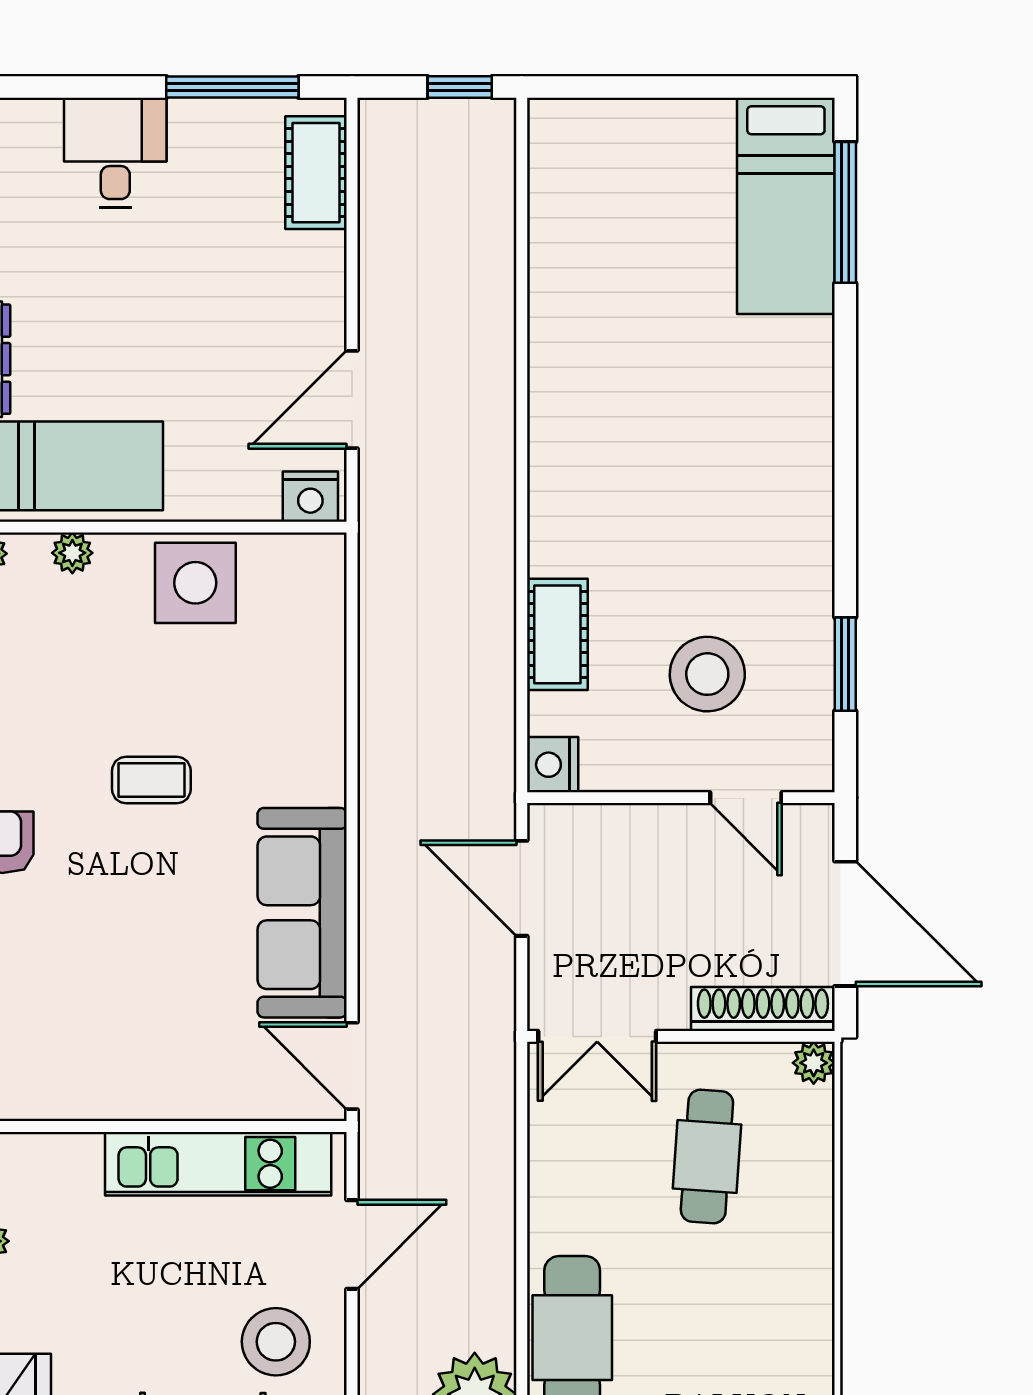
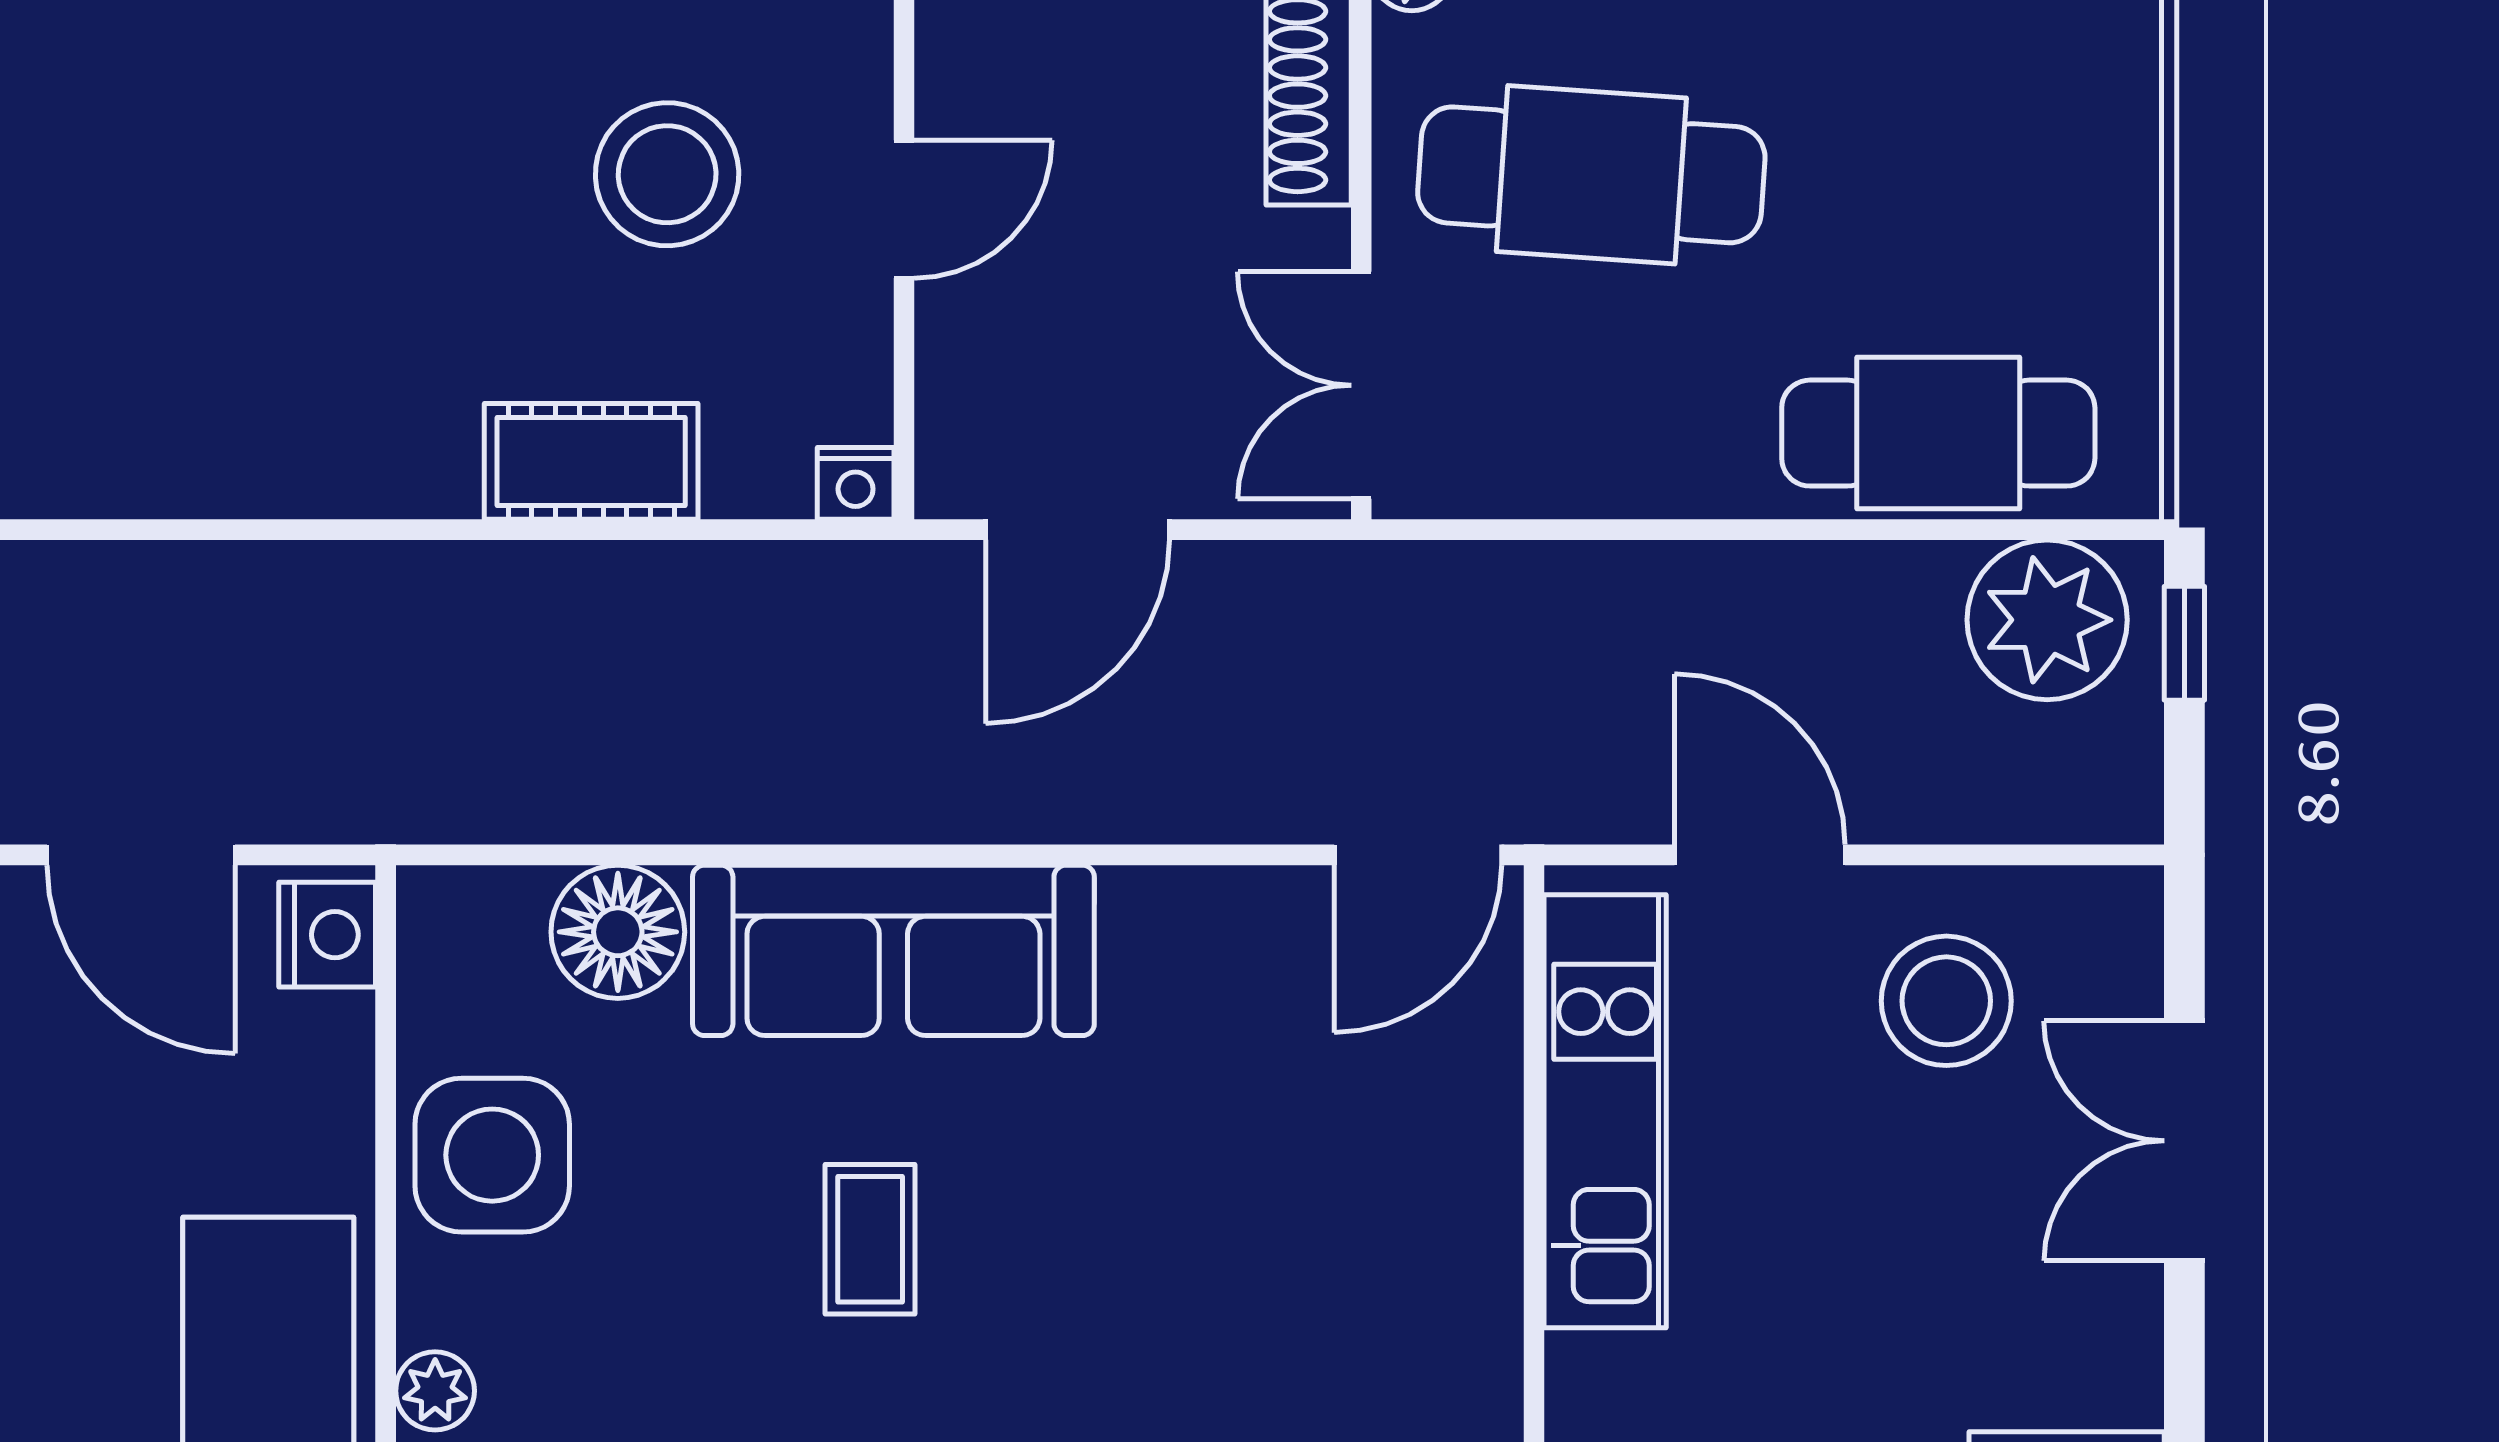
floor lamp: (312, 648) -> (618, 932), added
nightstand: (553, 765) -> (856, 483), width x0.72, depth x0.74
door: (746, 798) -> (904, 209), moved
sofa: (302, 913) -> (893, 950), moved
double door: (597, 1036) -> (1361, 385), swing flipped
cafe table: (707, 1156) -> (1591, 175), width x1.37, depth x1.35

